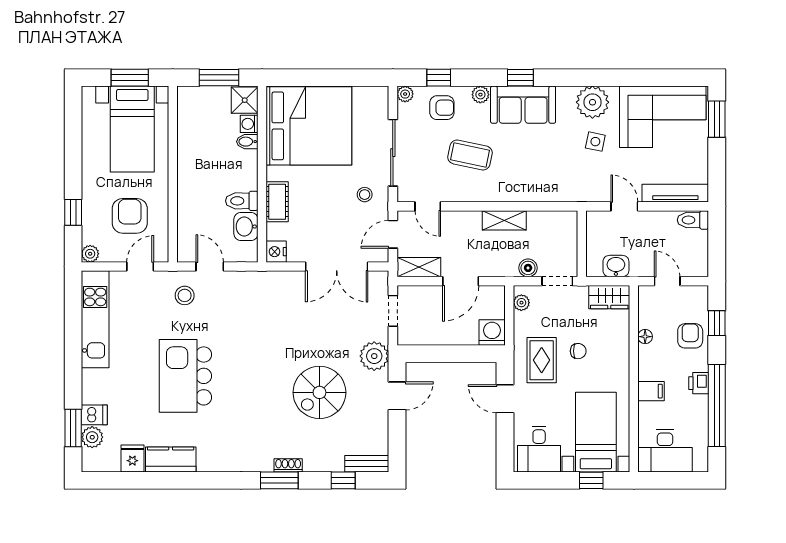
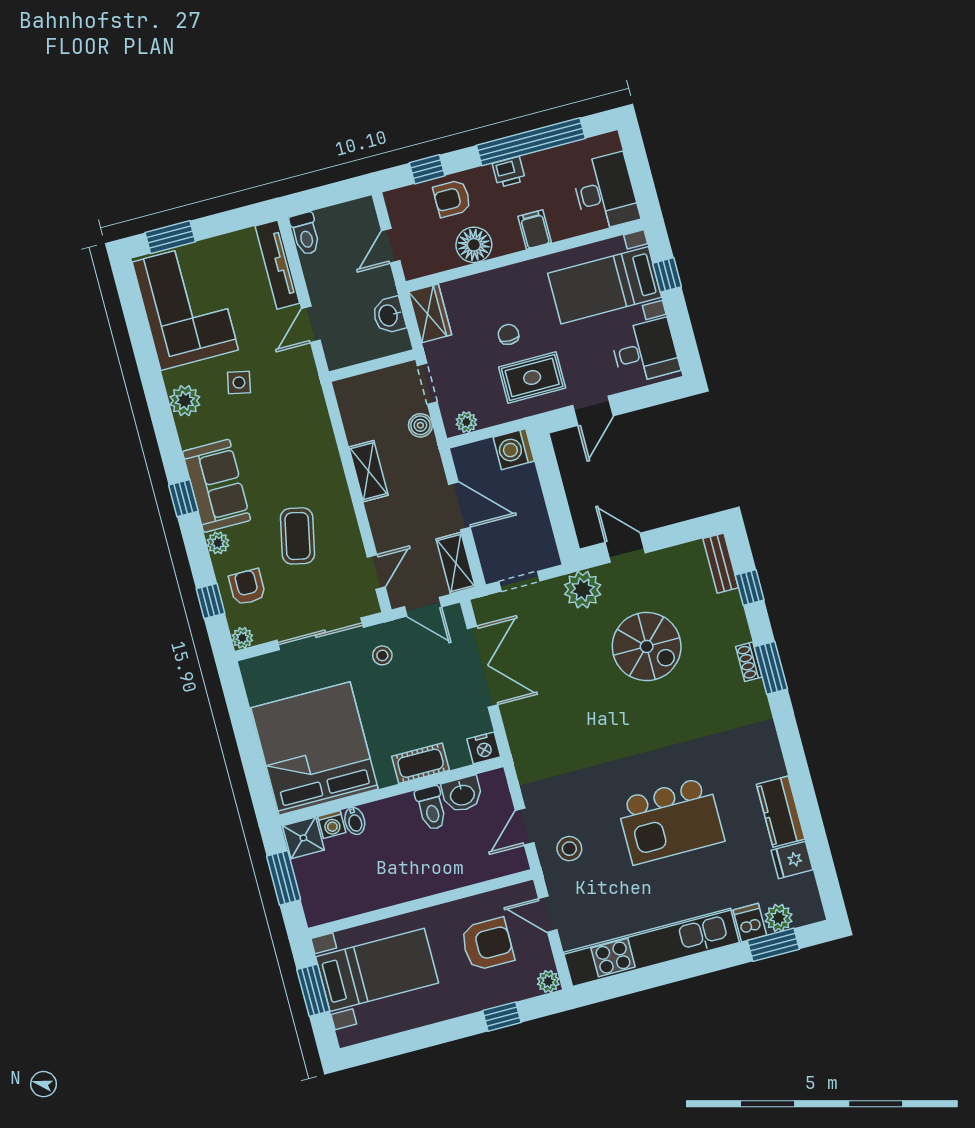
plant: (592, 102) -> (185, 401), width x0.73, depth x0.73
armchair: (130, 216) -> (487, 944), turned 180
kitchen unit: (95, 319) -> (651, 947), width x1.36
floor lamp: (645, 337) -> (474, 245), width x1.89, depth x1.89

